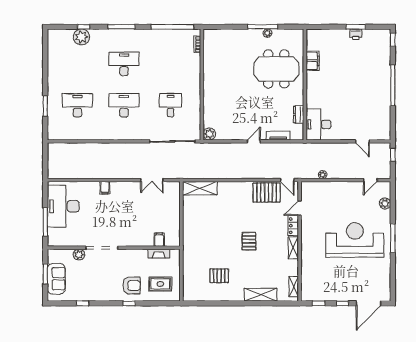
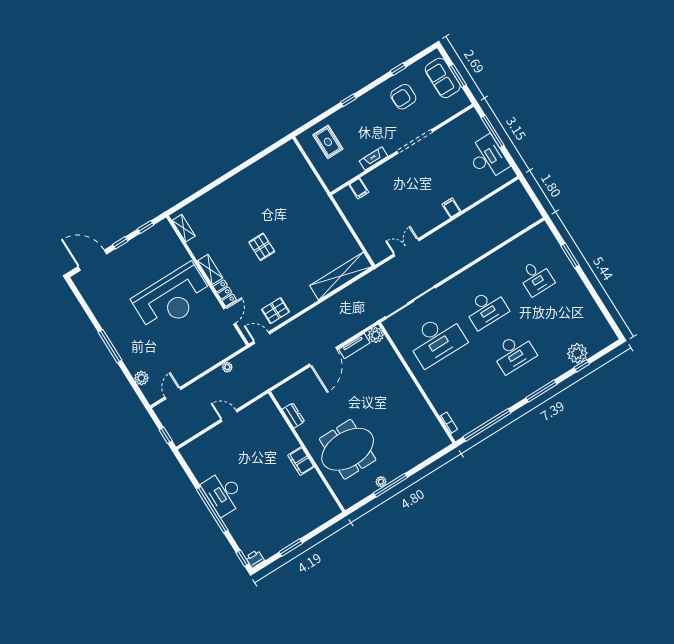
printer: (356, 34) -> (255, 559), moved
filing cabinet: (313, 61) -> (301, 461), moved
desk: (77, 105) -> (536, 278), width x0.73
desk: (171, 105) -> (436, 340), width x1.87, depth x1.30
desk: (319, 124) -> (223, 493), moved, turned 180
tv unit: (278, 136) -> (354, 346), moved
door: (254, 141) -> (323, 357), width x1.88
door: (362, 141) -> (229, 416), moved
shelving: (200, 188) -> (341, 276), width x1.47
pallet: (267, 192) -> (275, 311), width x0.67, depth x0.71
desk: (63, 206) -> (488, 158), width x0.73, depth x0.77
reception desk: (355, 240) -> (172, 298), moved
fireplace: (159, 254) -> (374, 159), moved
plant: (79, 255) -> (435, 119), removed
pallet: (219, 276) -> (270, 190), removed
rug: (160, 284) -> (328, 142), turned 90
armchair: (131, 285) -> (403, 97), moved
shelving: (261, 295) -> (213, 197), removed
door: (368, 303) -> (92, 260), hinge flipped

